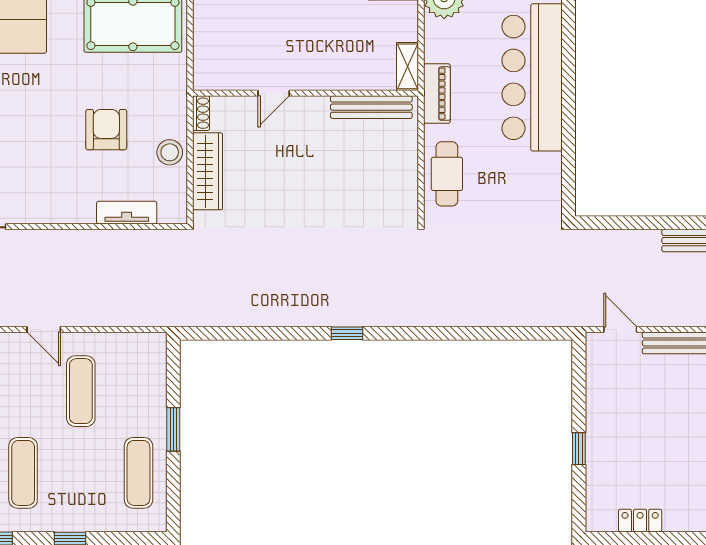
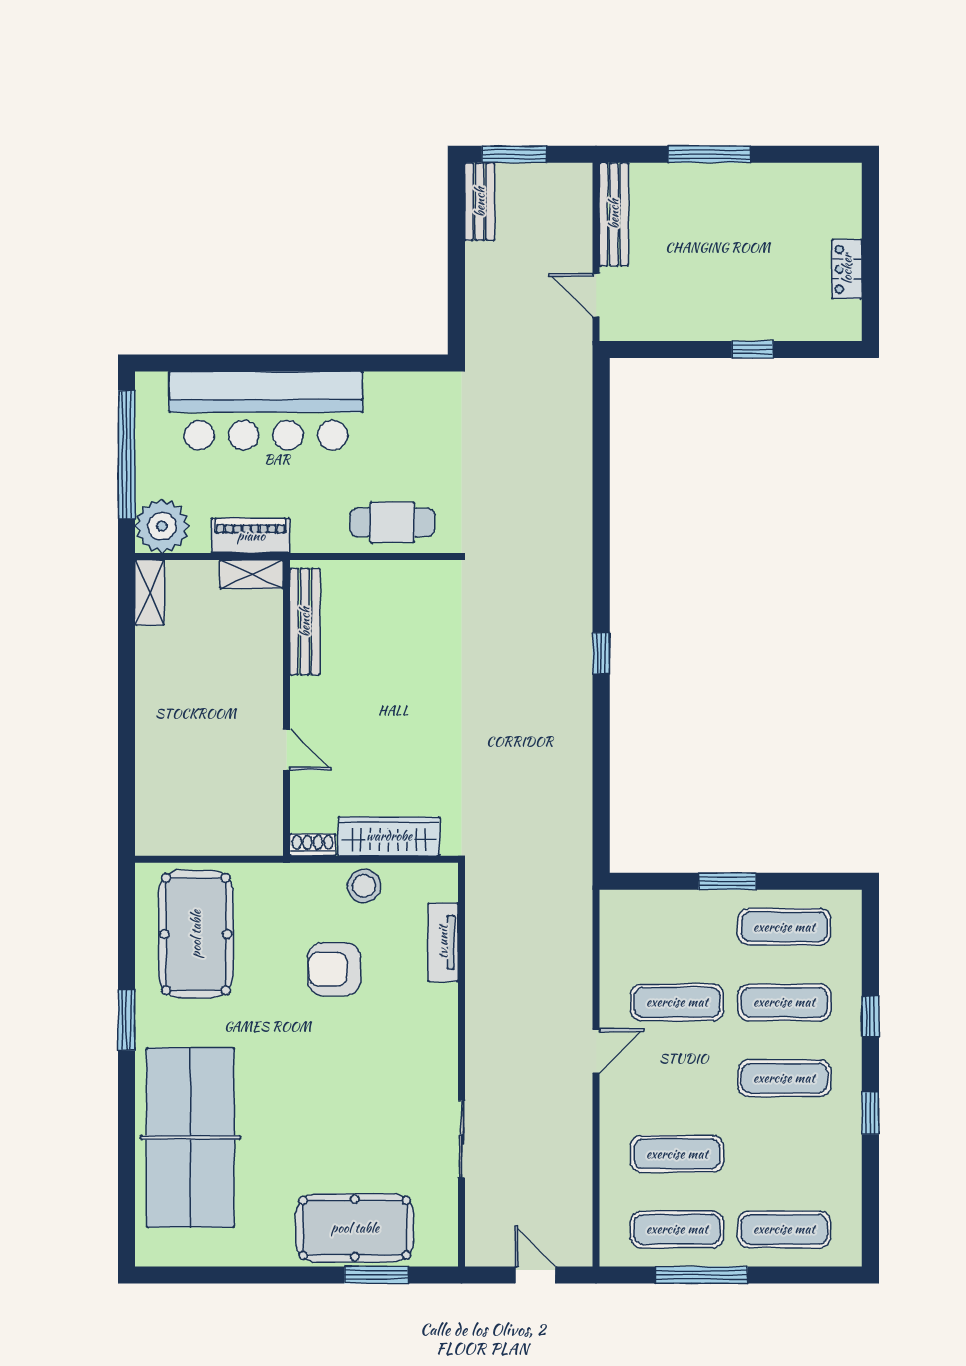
piano: (437, 94) -> (251, 536), moved
door: (620, 329) -> (596, 295), hinge flipped
exercise mat: (81, 473) -> (784, 1002), added

